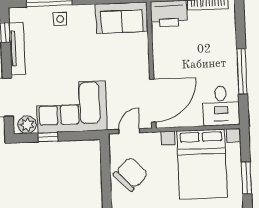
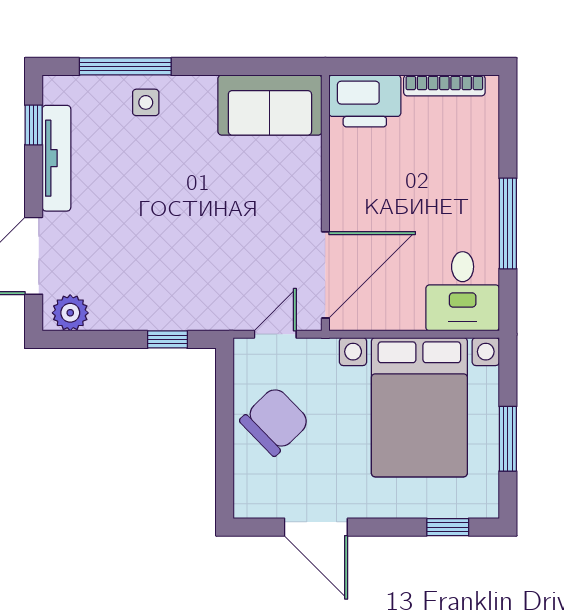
corner sofa: (72, 107) -> (161, 281), removed
window: (48, 137) -> (167, 339), moved

